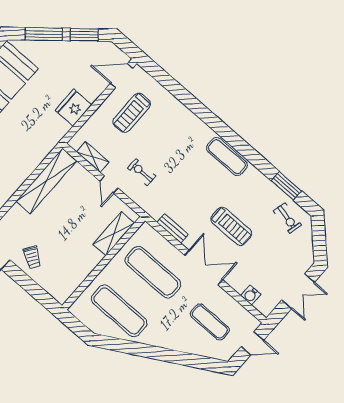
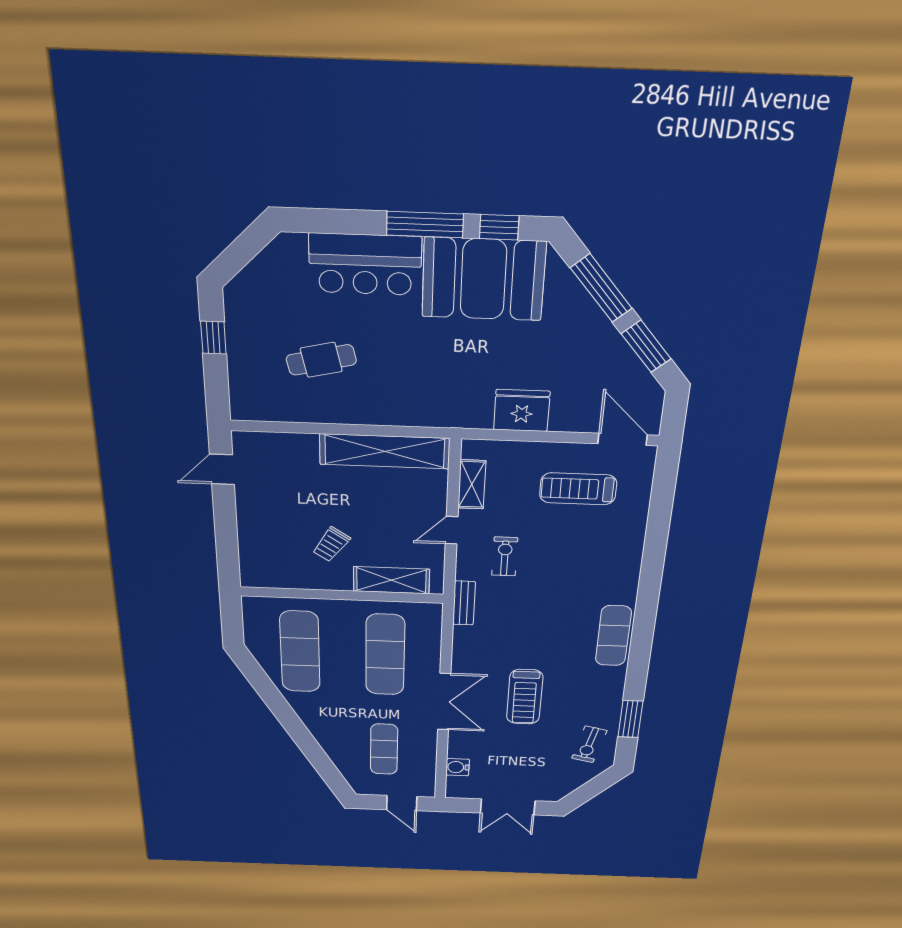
bench: (173, 228) -> (464, 603), moved
trolley: (32, 257) -> (331, 544), moved

